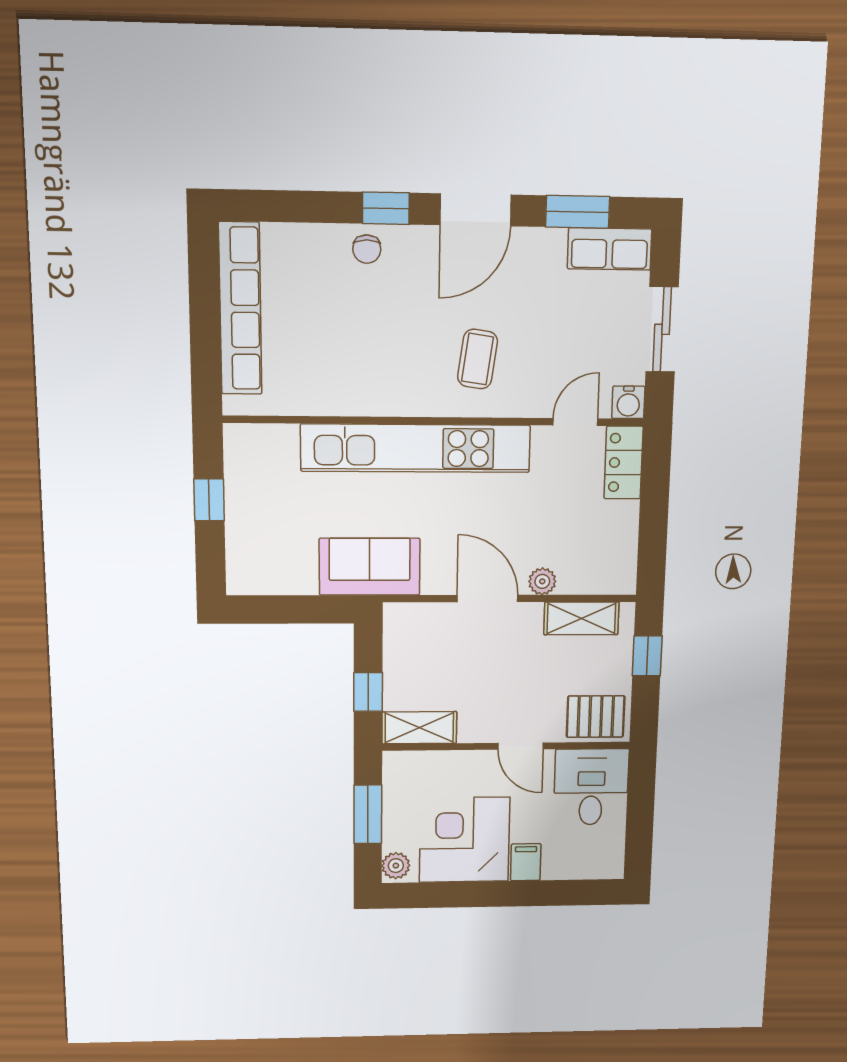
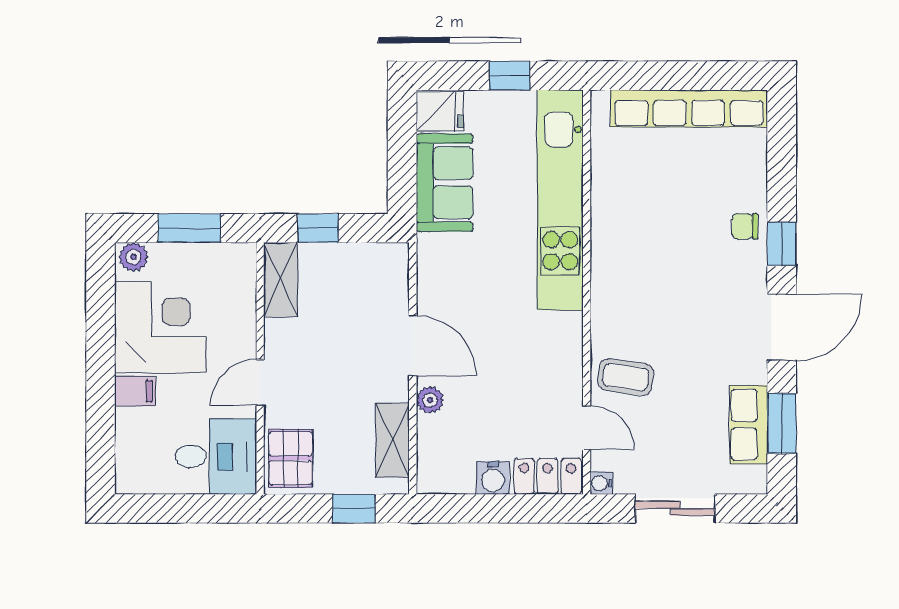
door: (475, 210) -> (782, 327), swing flipped
row of seats: (610, 249) -> (749, 425), moved
coffee table: (478, 359) -> (626, 377), moved
water cooler: (628, 402) -> (601, 483), width x0.72, depth x0.72
kitchen unit: (416, 448) -> (560, 200), moved
water cooler: (623, 518) -> (493, 478), added
sofa: (370, 567) -> (445, 183), moved
fridge: (248, 572) -> (440, 111), added
door: (487, 599) -> (413, 346), hinge flipped

